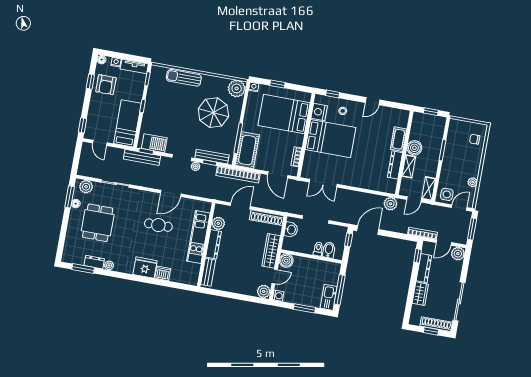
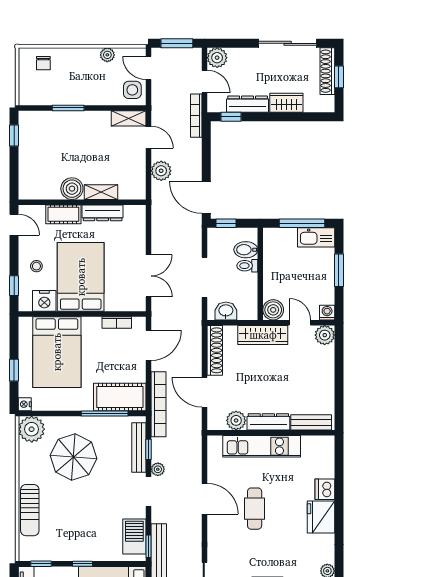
cot: (399, 139) -> (63, 214), moved
boiler: (414, 148) -> (72, 189), moved
wall: (404, 153) -> (82, 202), moved
dresser: (395, 165) -> (103, 213), moved
shelving: (409, 166) -> (101, 192), moved

